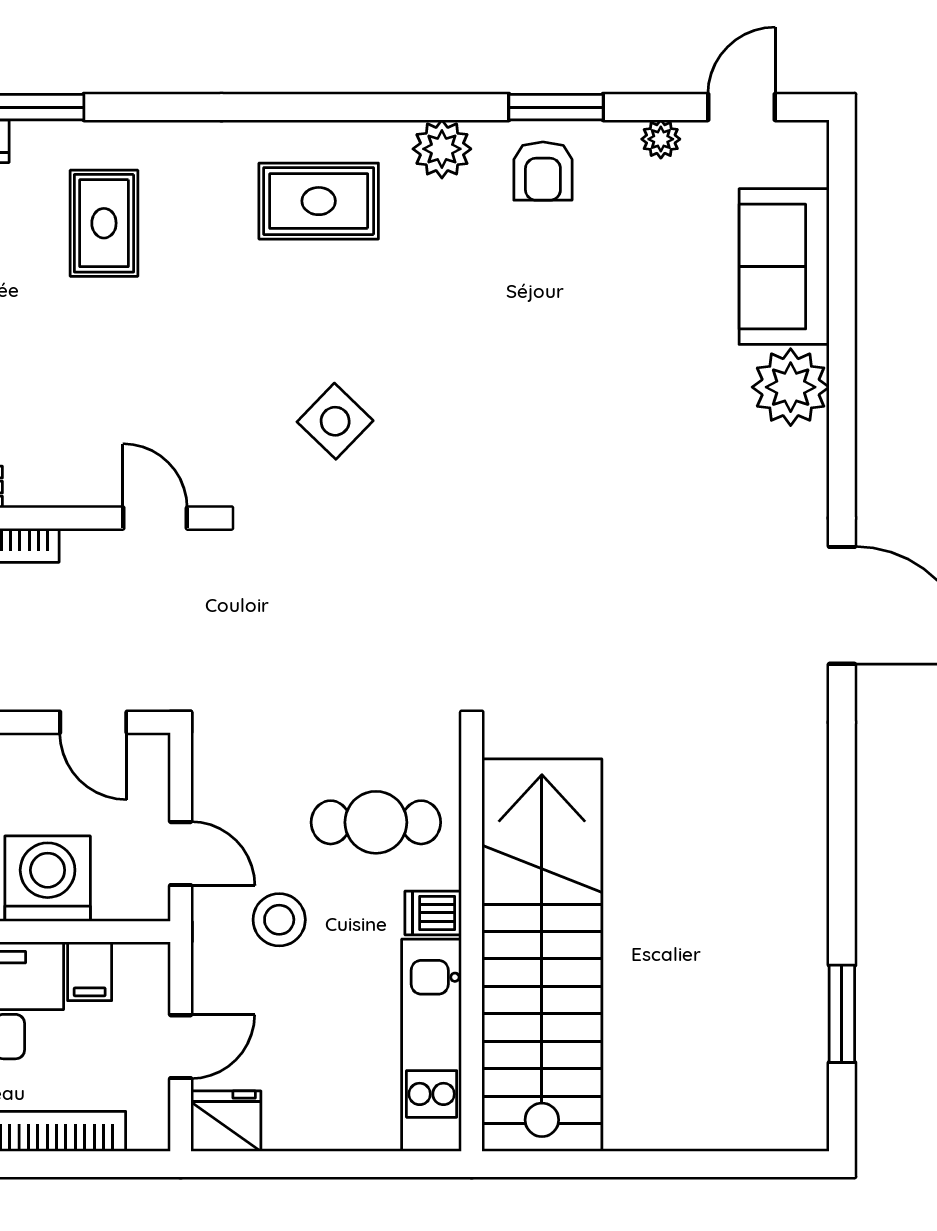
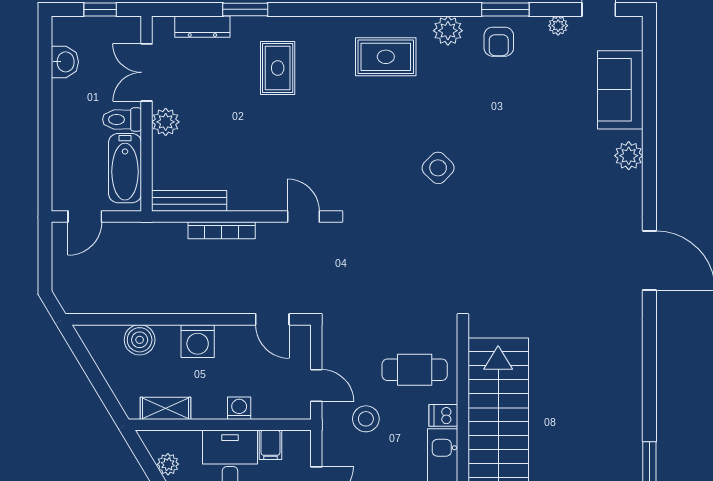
plant: (791, 387) -> (629, 156), width x0.73, depth x0.73
side table: (335, 421) -> (438, 168), moved
washing machine: (48, 879) -> (239, 408), width x0.53, depth x0.53

